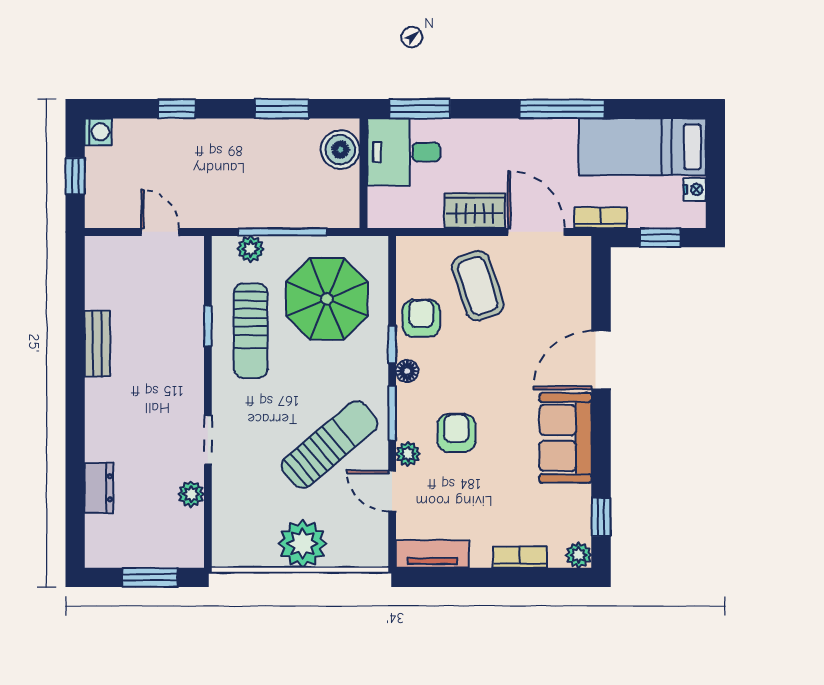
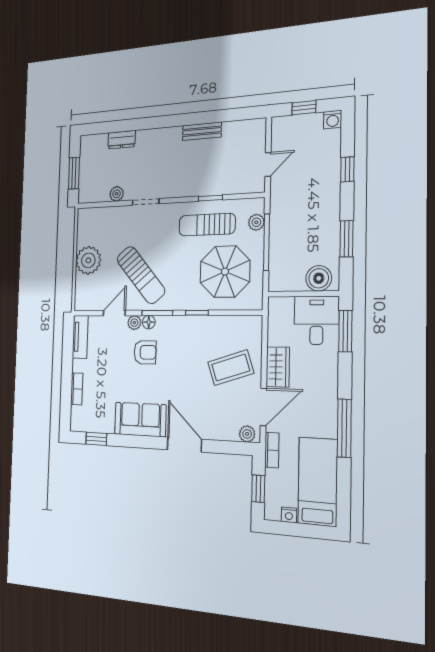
armchair: (421, 318) -> (212, 331), removed
floor lamp: (407, 371) -> (149, 322), moved
plant: (579, 555) -> (247, 434), moved

